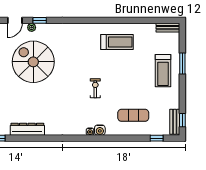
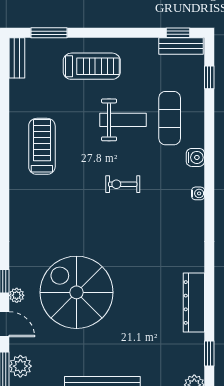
spiral stairs: (33, 62) -> (76, 292), turned 90
window: (182, 63) -> (49, 33), moved
weight bench: (132, 88) -> (123, 120), added
water cooler: (100, 130) -> (195, 157), moved

